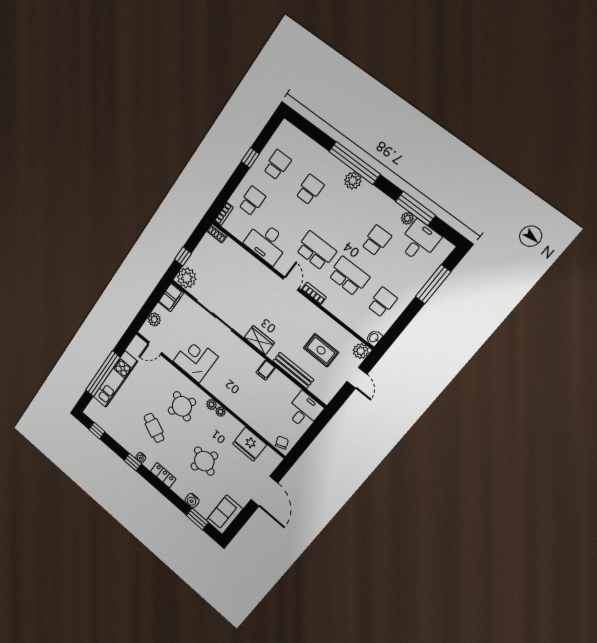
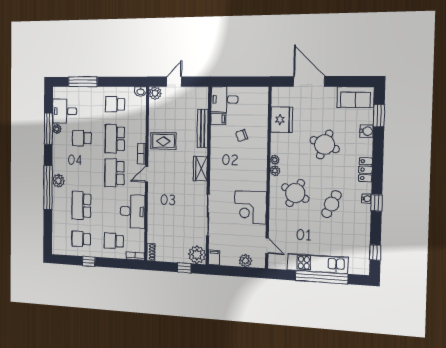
school desk: (310, 190) -> (81, 205), width x1.85
filing cabinet: (171, 297) -> (214, 258), width x0.50
rug: (321, 350) -> (163, 141), moved, turned 90
filing cabinet: (266, 370) -> (218, 119), moved
chair: (282, 443) -> (242, 136), moved
door: (264, 491) -> (309, 81), hinge flipped

